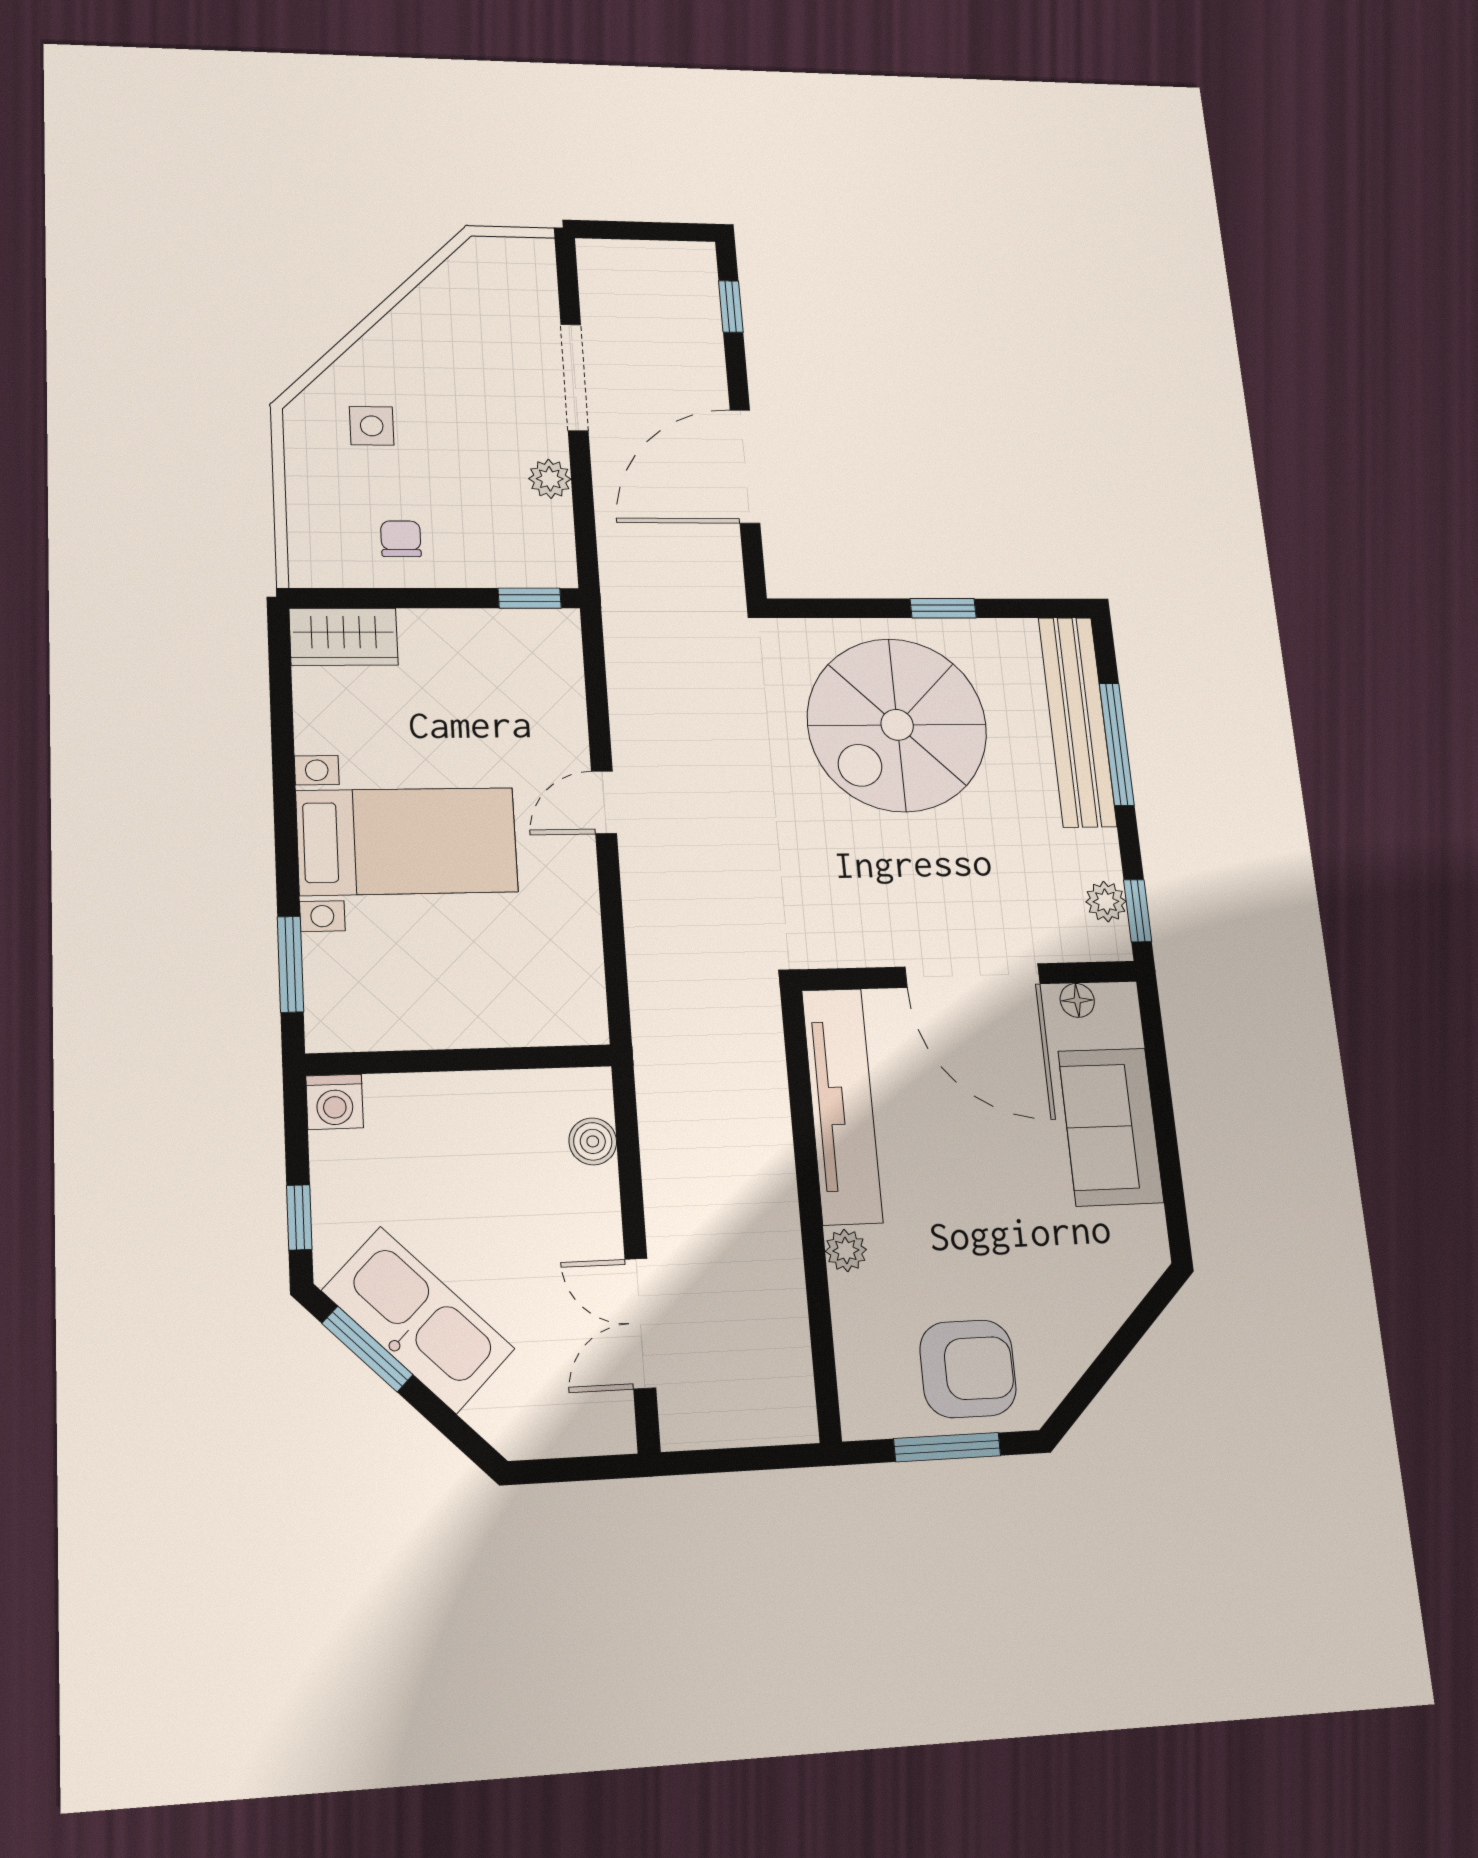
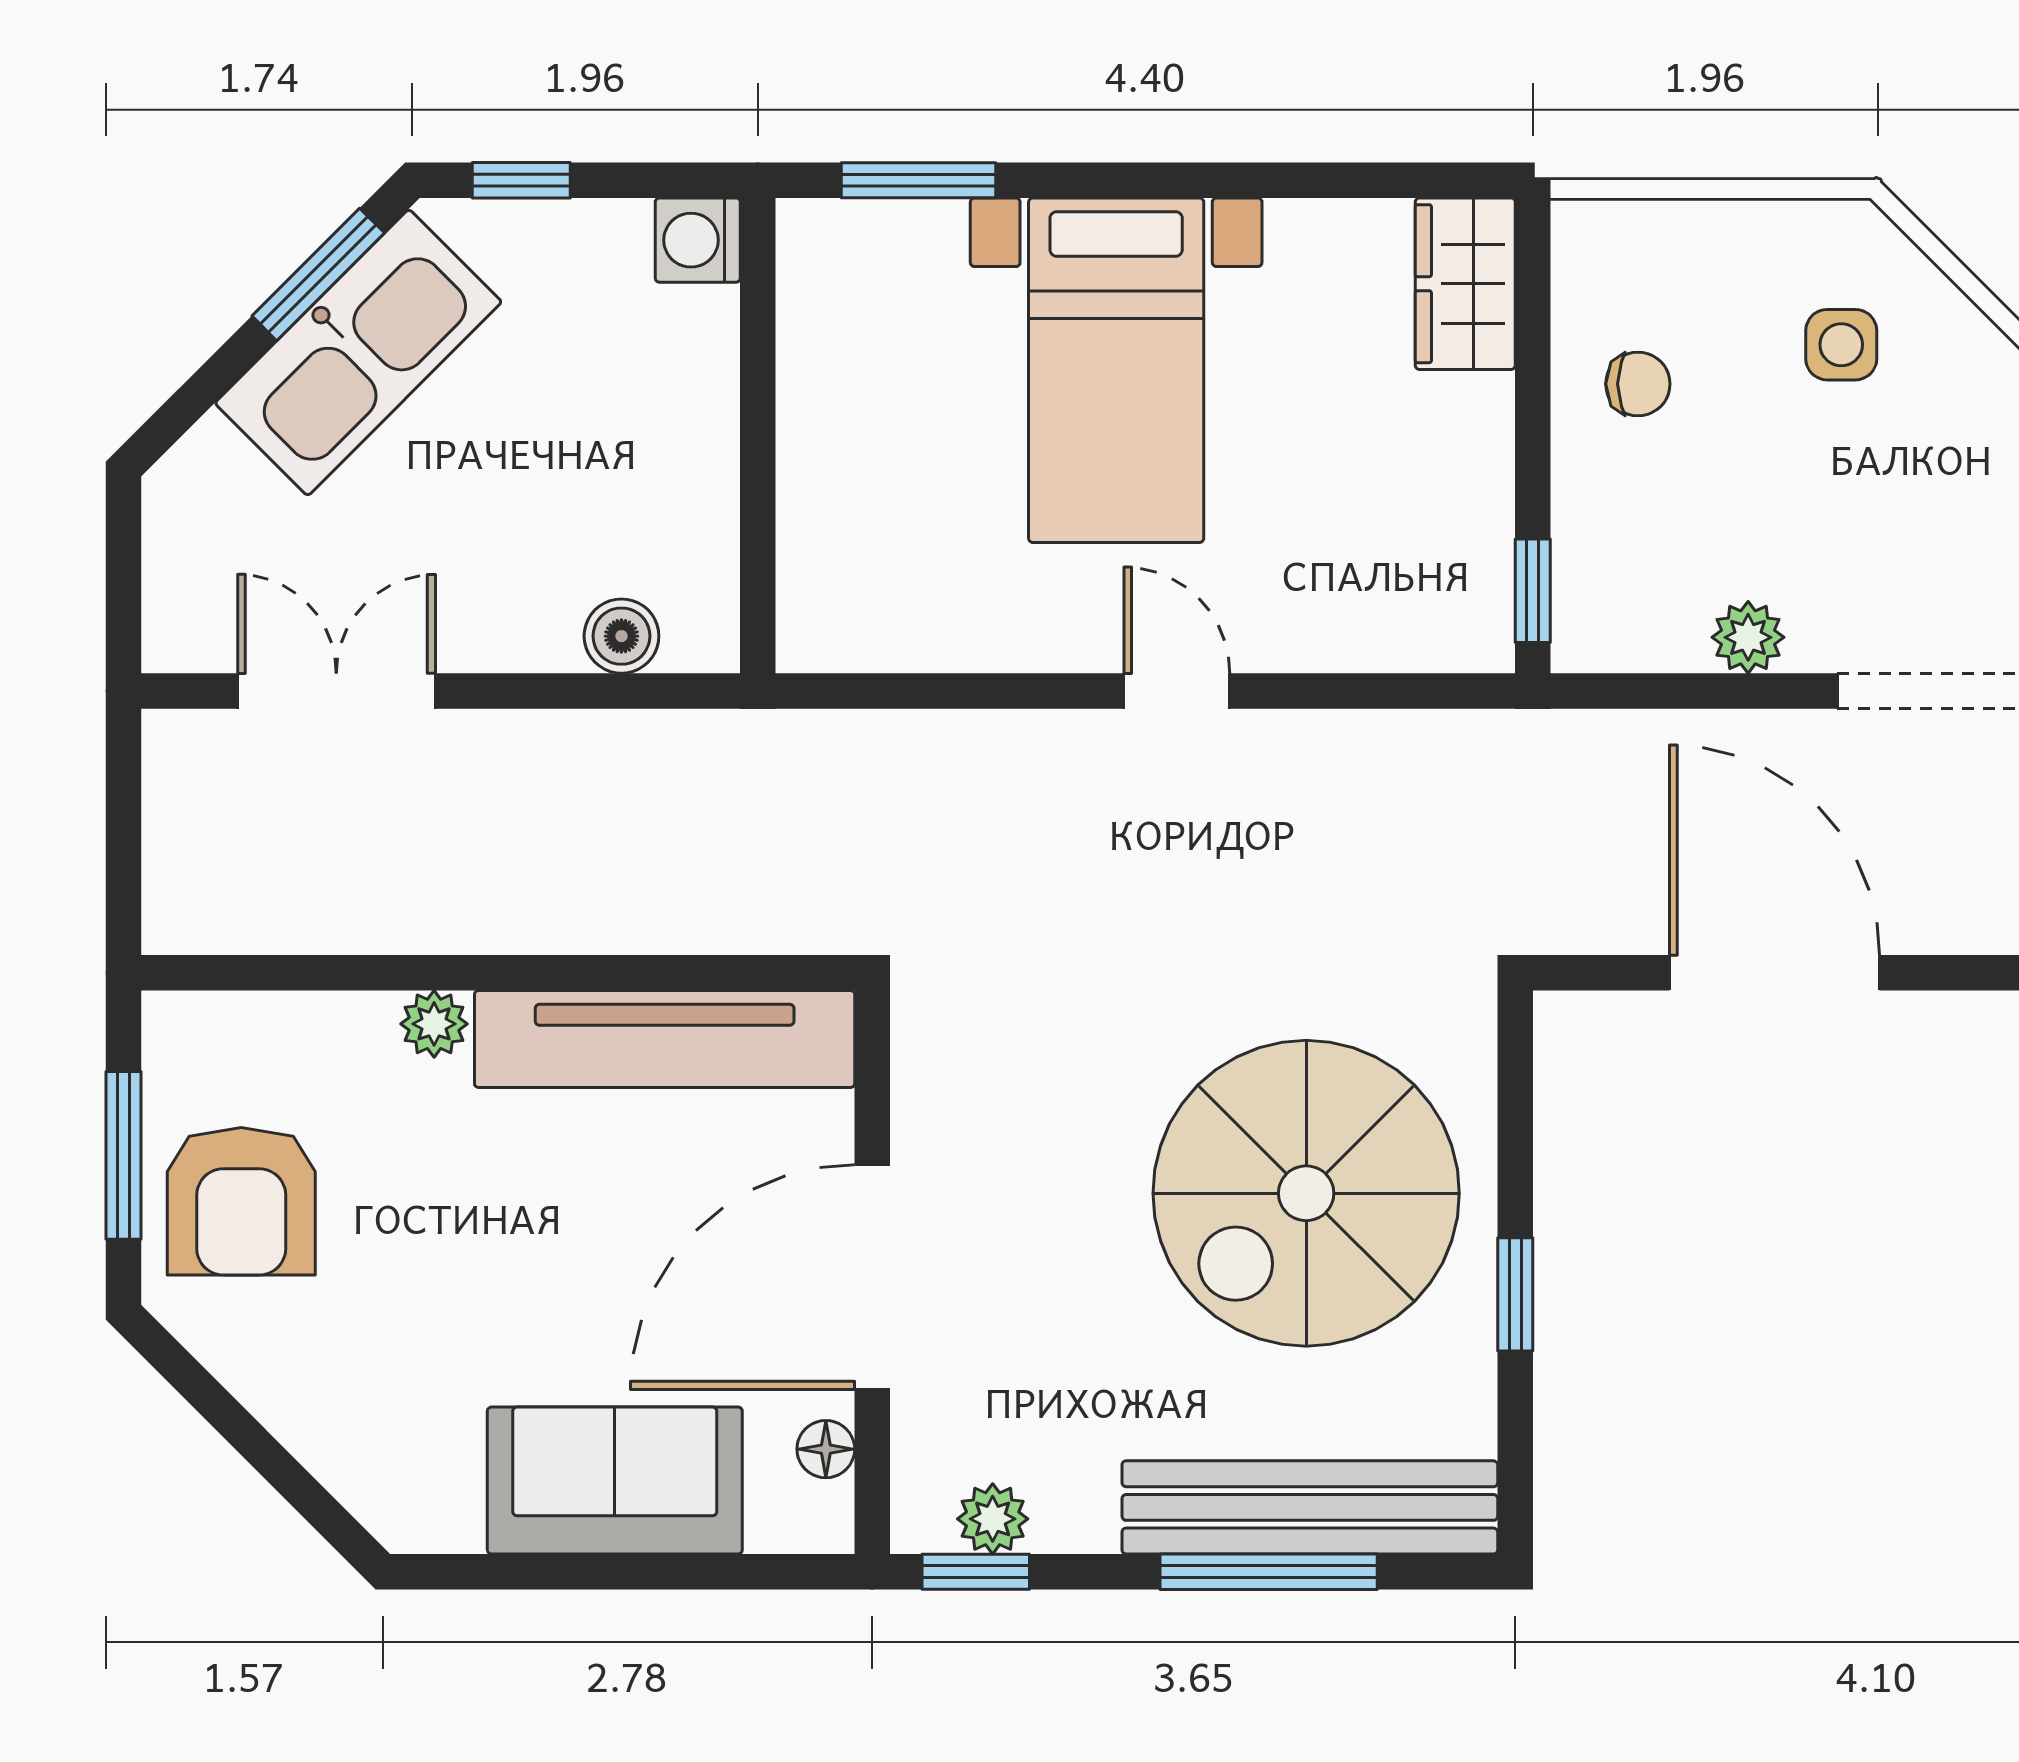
spiral stairs: (897, 725) -> (1306, 1193), turned -90

